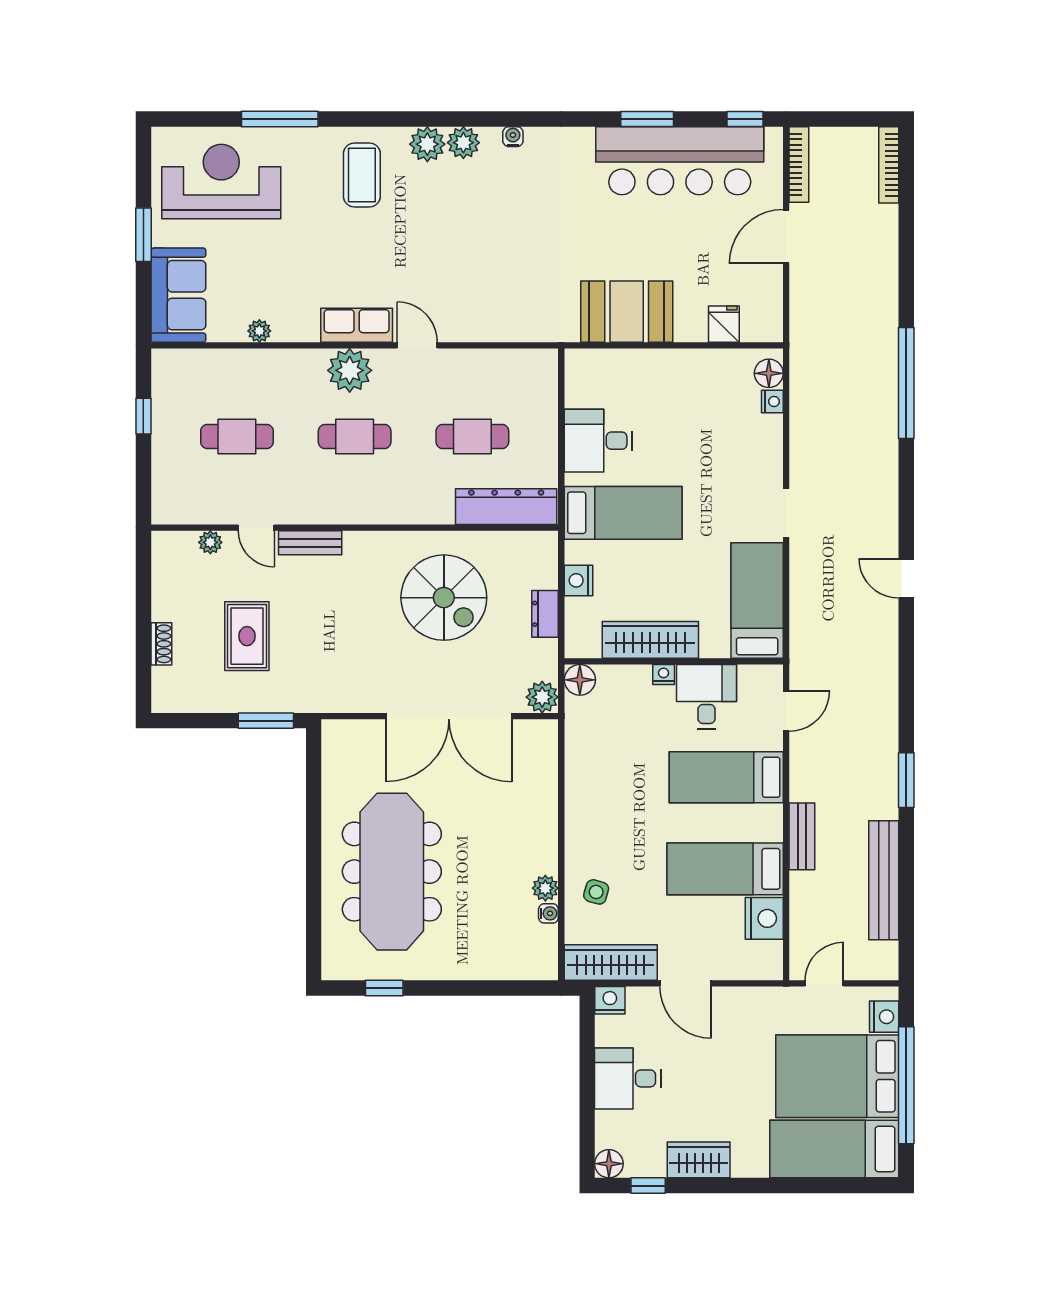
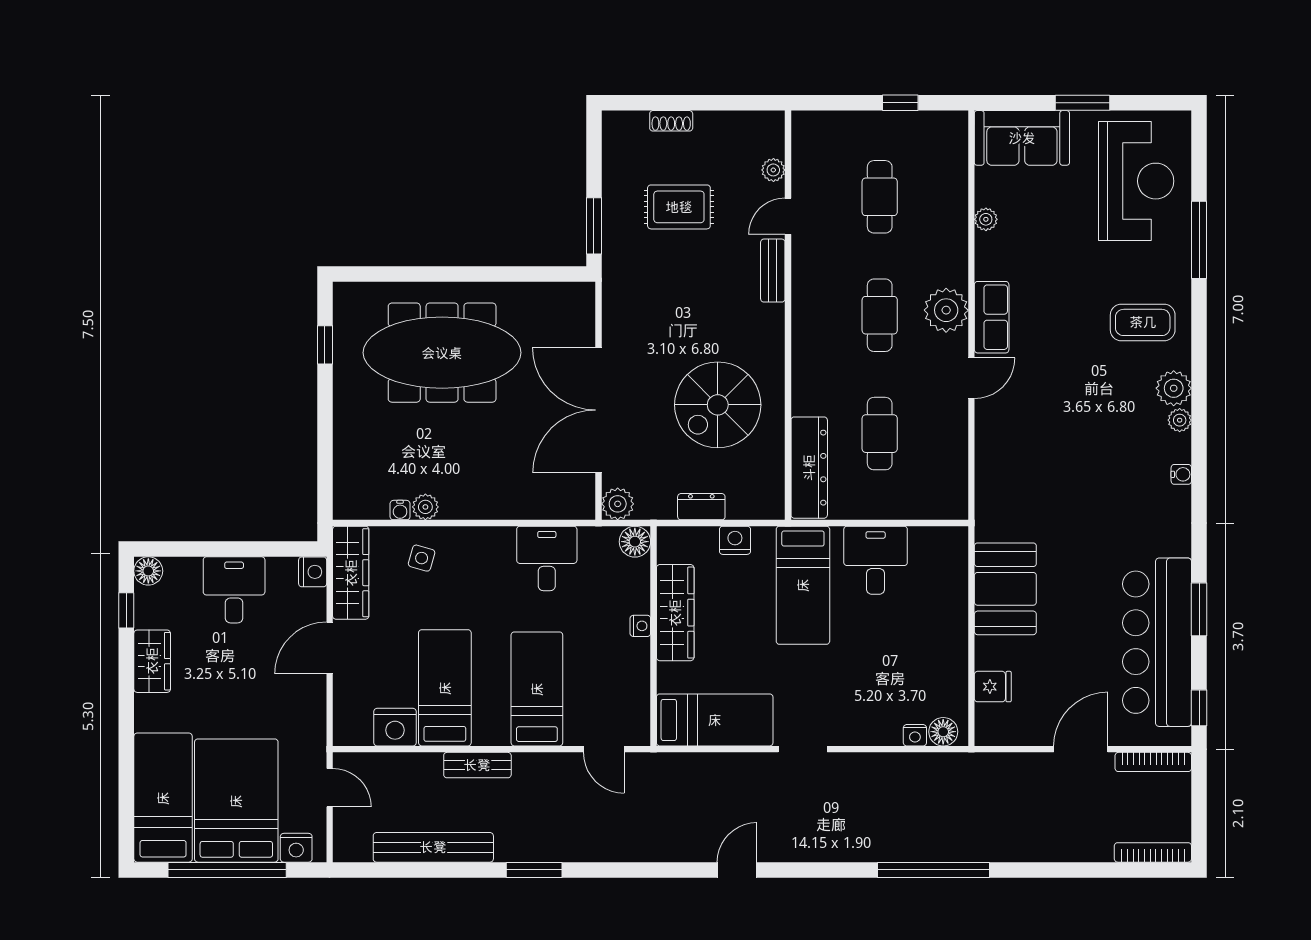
plant: (463, 143) -> (1180, 420), width x0.73, depth x0.73
door: (786, 237) -> (1081, 749), hinge flipped
desk: (707, 697) -> (547, 558), moved, turned -90

